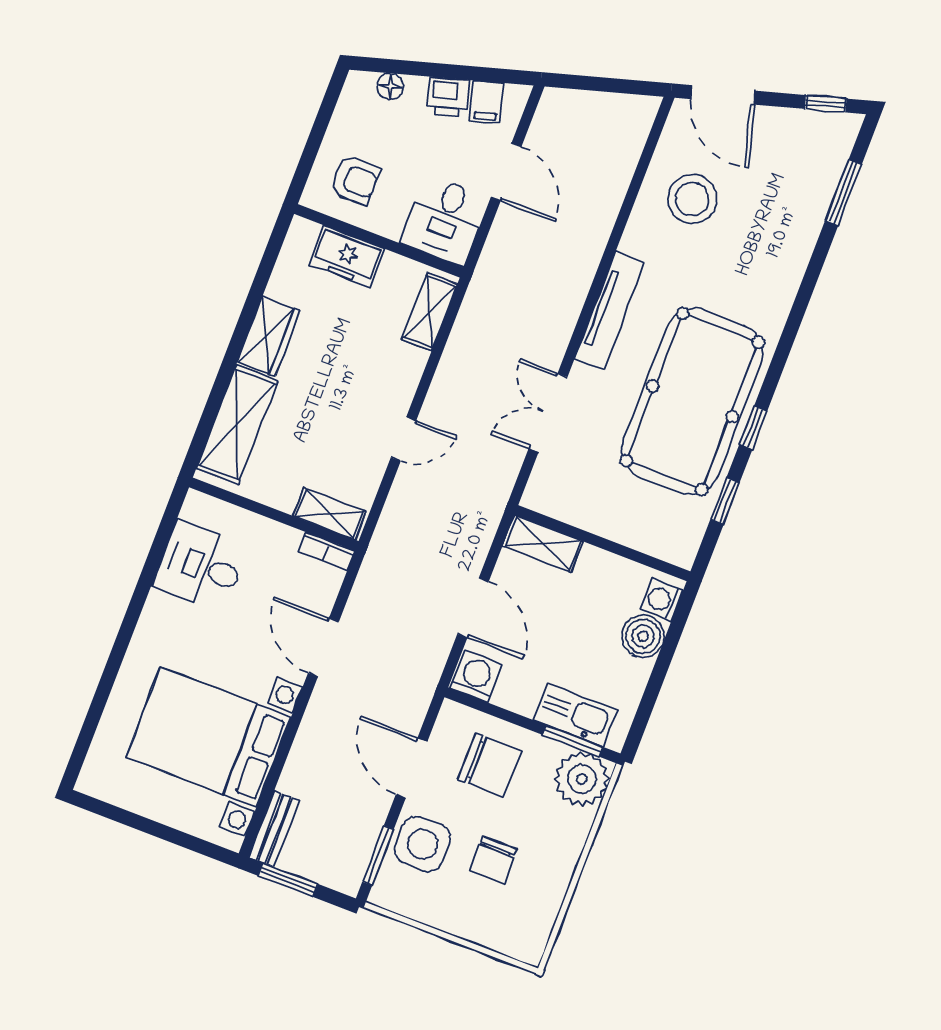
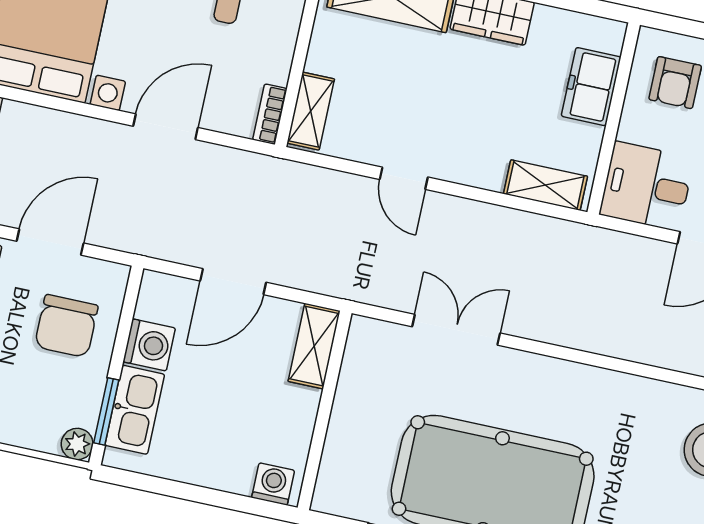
tv unit: (609, 311) -> (577, 379), removed
boiler: (643, 636) -> (231, 470), removed
washing machine: (476, 676) -> (149, 345), moved
plant: (582, 779) -> (77, 444), width x0.53, depth x0.53

